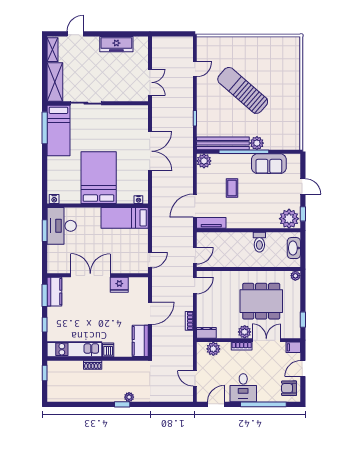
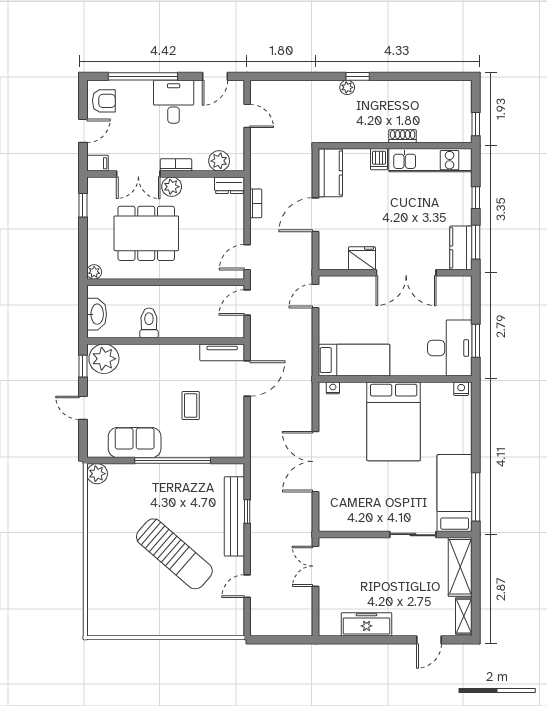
bench: (223, 143) -> (234, 516), moved, turned 90
plant: (257, 143) -> (97, 474), moved
plant: (204, 161) -> (233, 447), removed

